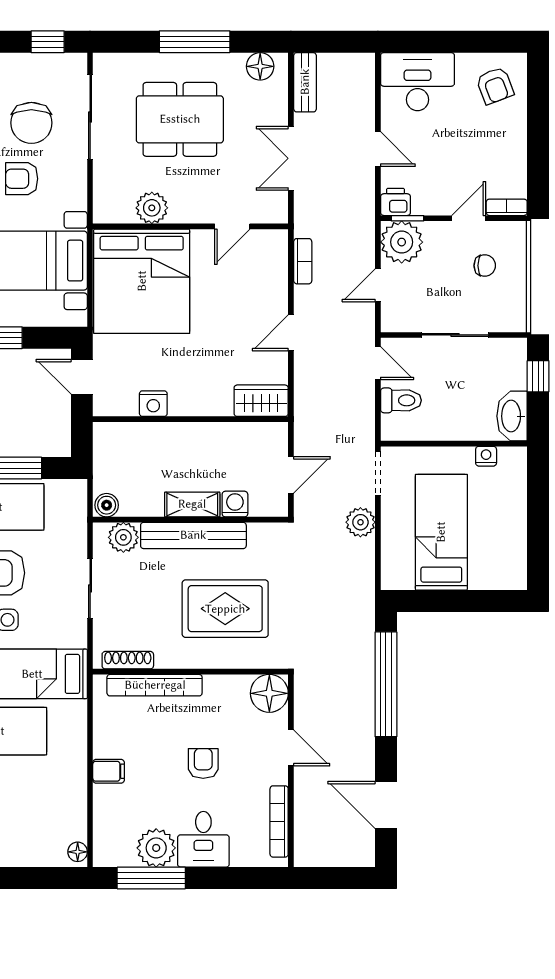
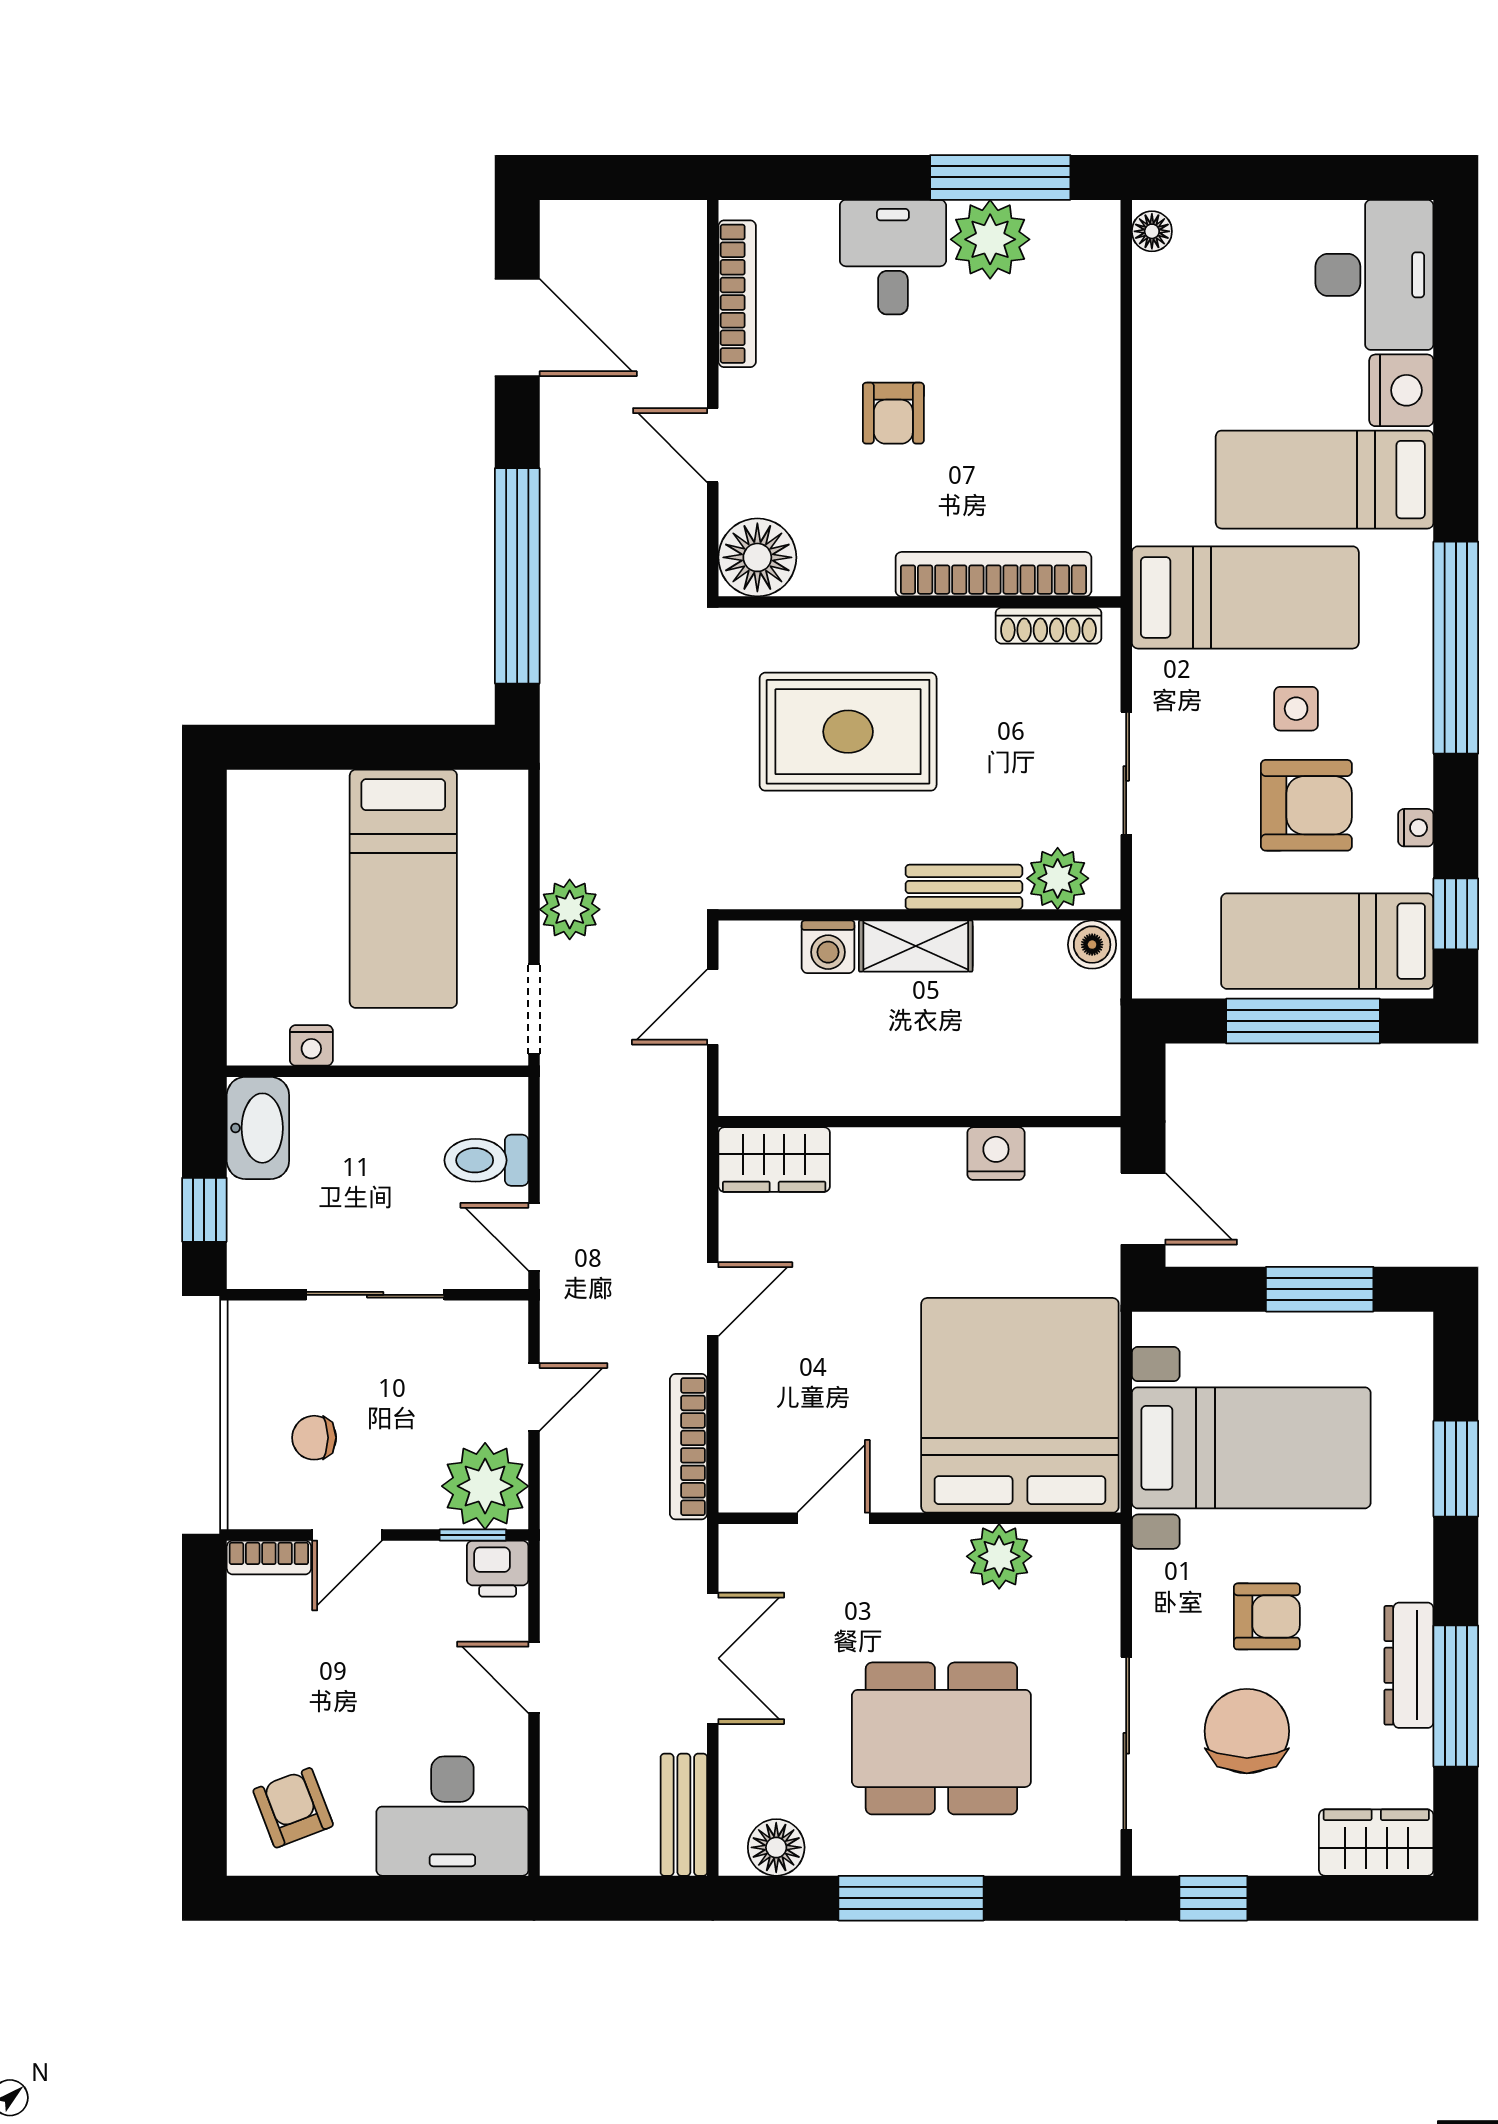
bookcase: (303, 261) -> (689, 1447), width x1.56
bench: (193, 535) -> (964, 887), width x0.54, depth x0.82
filing cabinet: (109, 771) -> (1088, 397), removed

